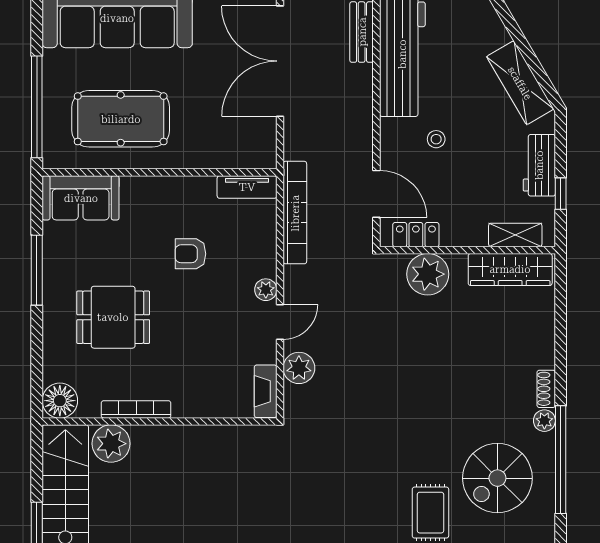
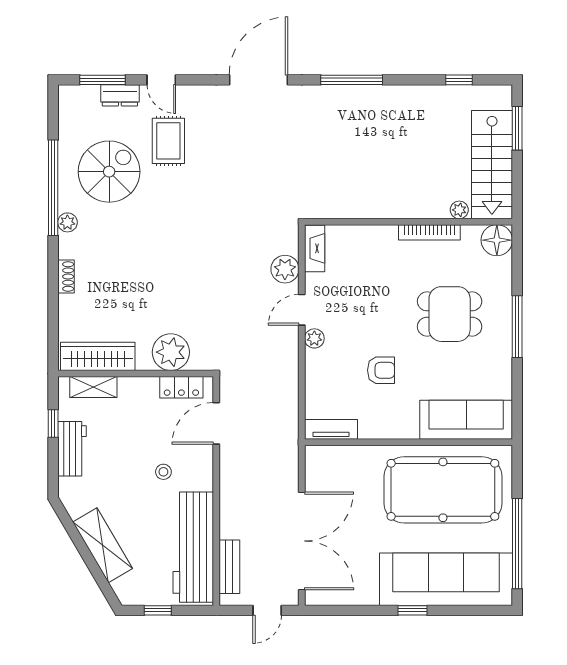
shelving: (520, 83) -> (103, 545), moved
window: (37, 107) -> (517, 544), moved
pool table: (121, 119) -> (443, 490), width x1.36, depth x1.32
door: (376, 194) -> (216, 423), hinge flipped
sofa: (81, 198) -> (466, 420), width x1.36
bookcase: (295, 213) -> (289, 407), removed
window: (37, 270) -> (517, 327), moved
shoe rack: (546, 389) -> (66, 277), moved
plant: (111, 444) -> (459, 210), width x0.53, depth x0.53

